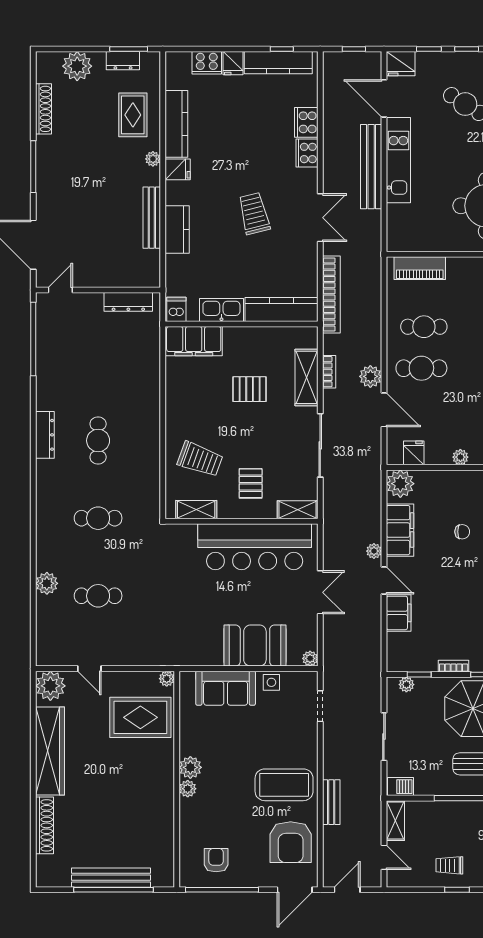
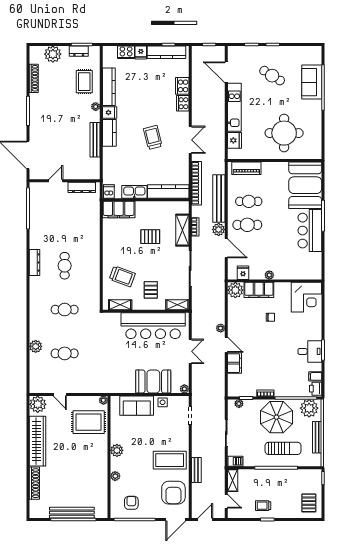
fridge: (401, 64) -> (234, 140), moved, turned -90
bench: (371, 167) -> (219, 198), moved
kitchen counter: (177, 230) -> (109, 133), moved
door: (60, 290) -> (56, 181), moved
filing cabinet: (400, 530) -> (259, 290), moved, turned 90
plant: (188, 789) -> (115, 476), moved

